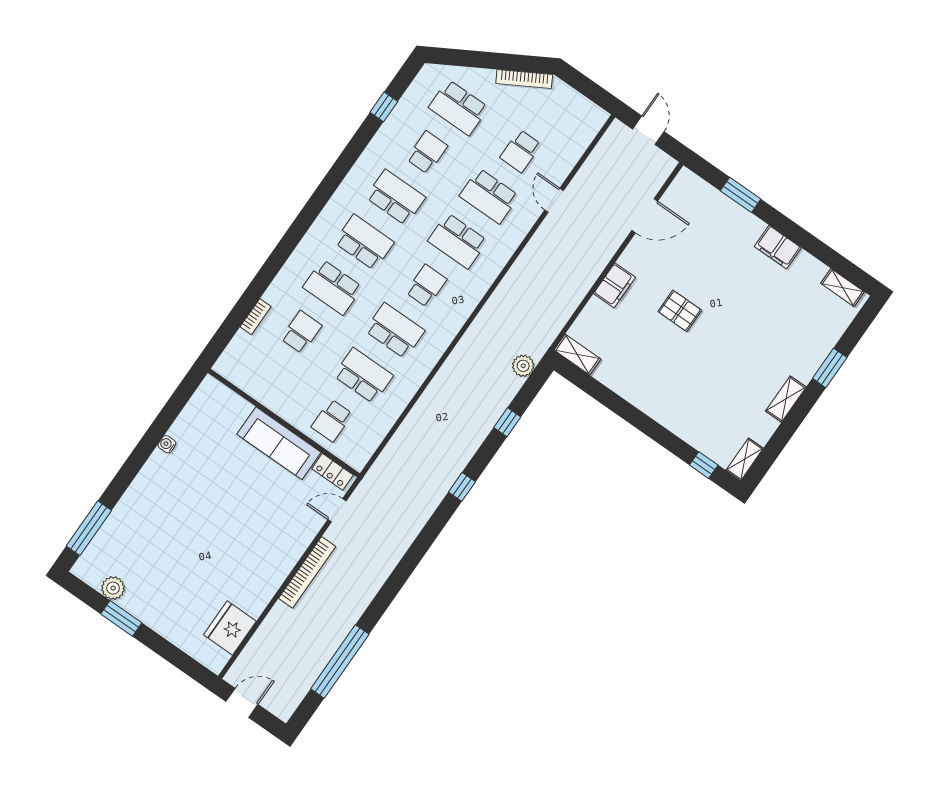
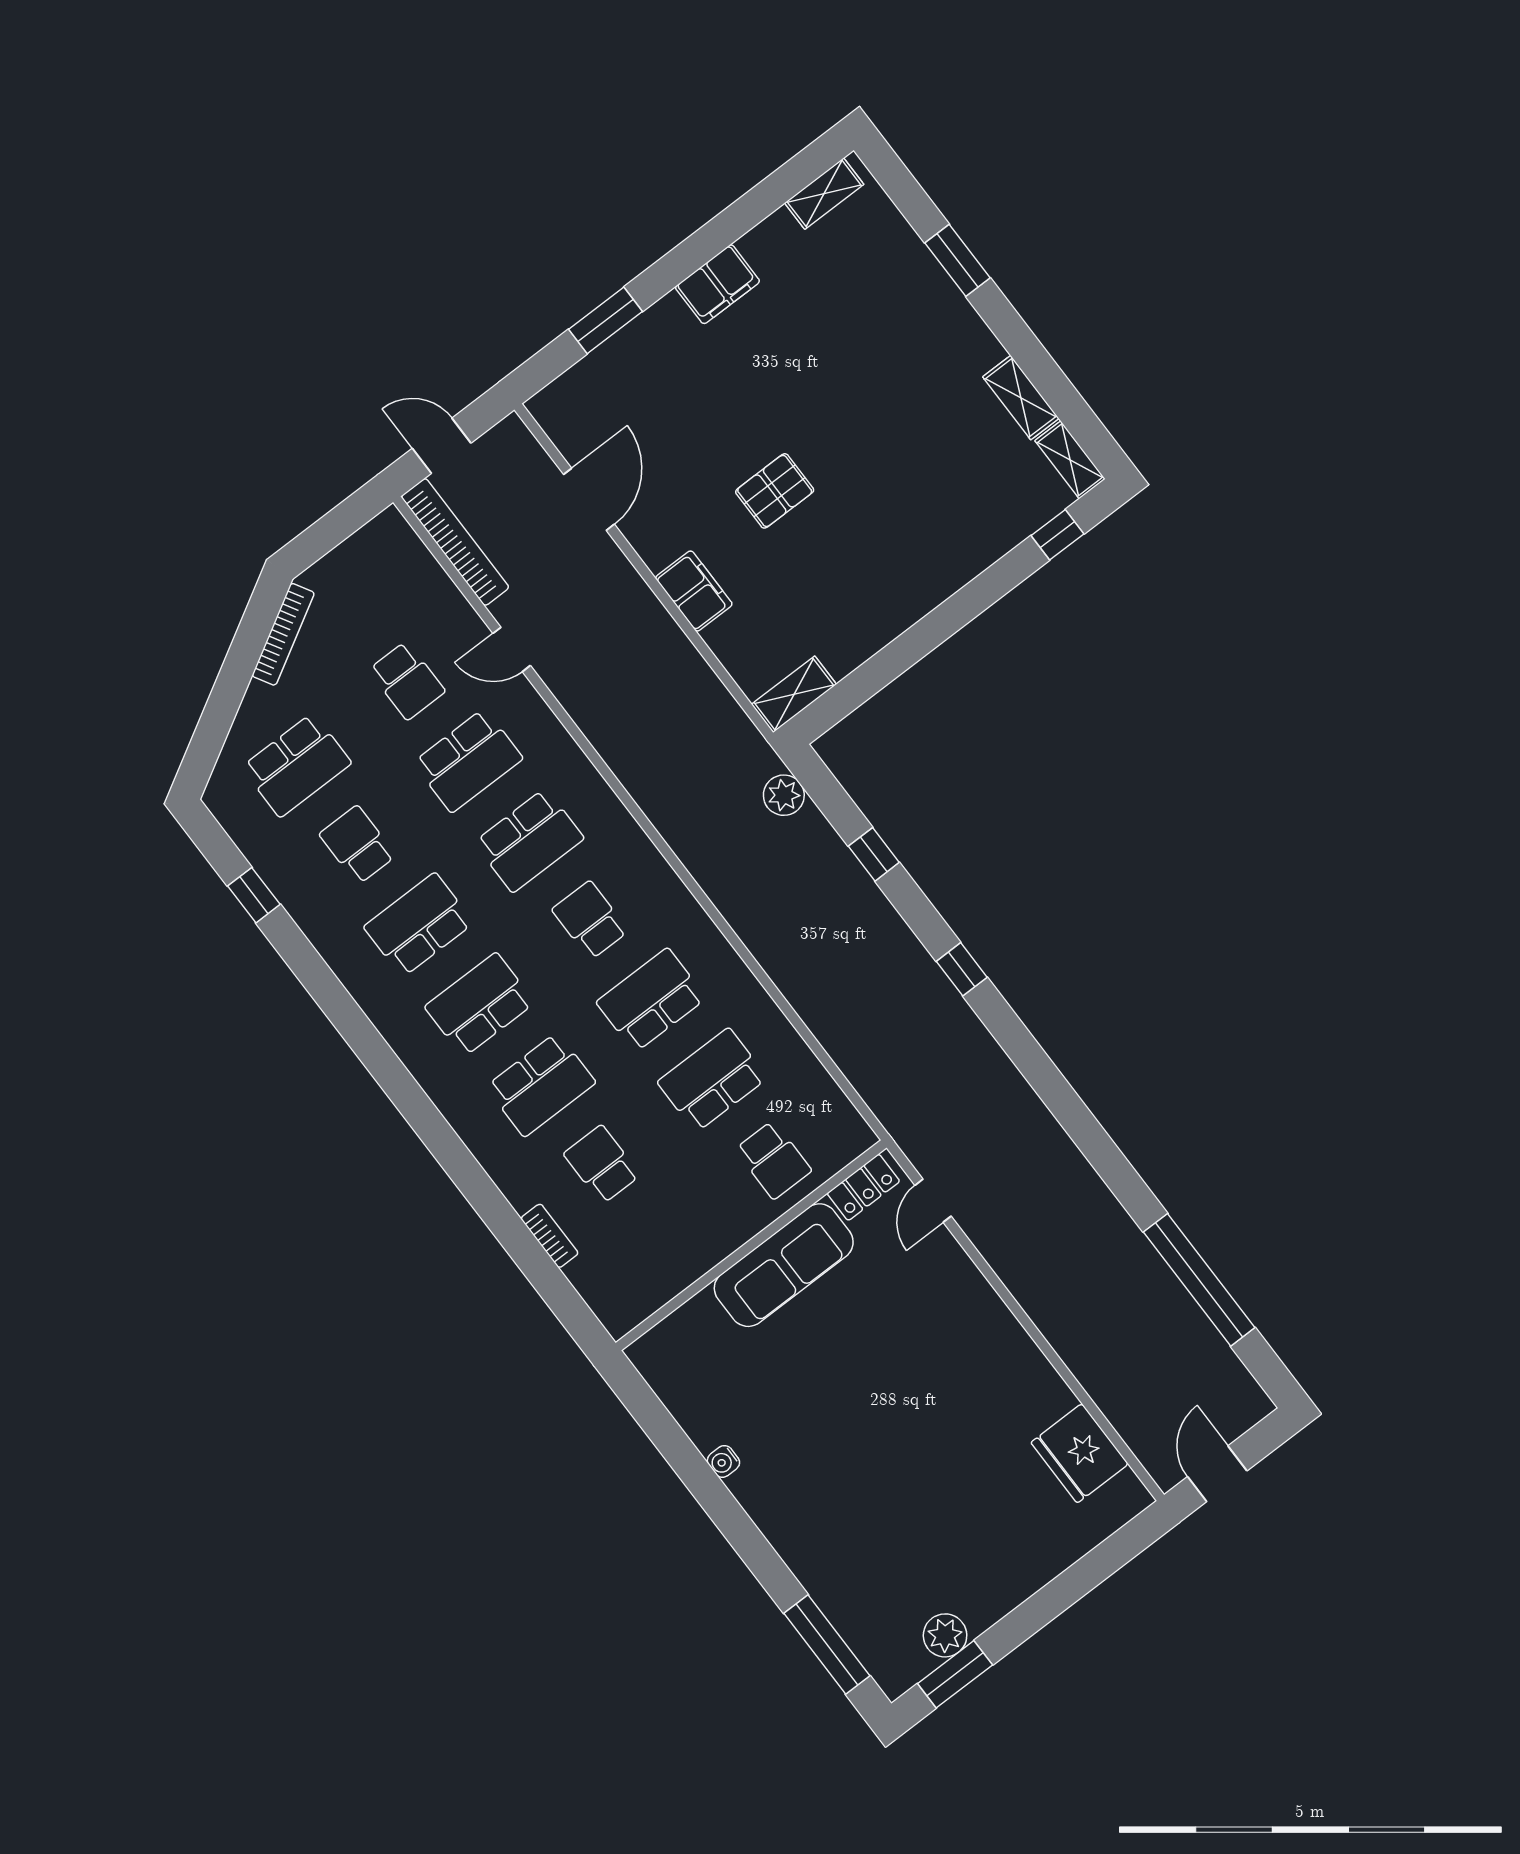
shelving: (786, 399) -> (1021, 398), moved
bookcase: (307, 572) -> (455, 542), moved
window: (121, 618) -> (955, 1674), moved

